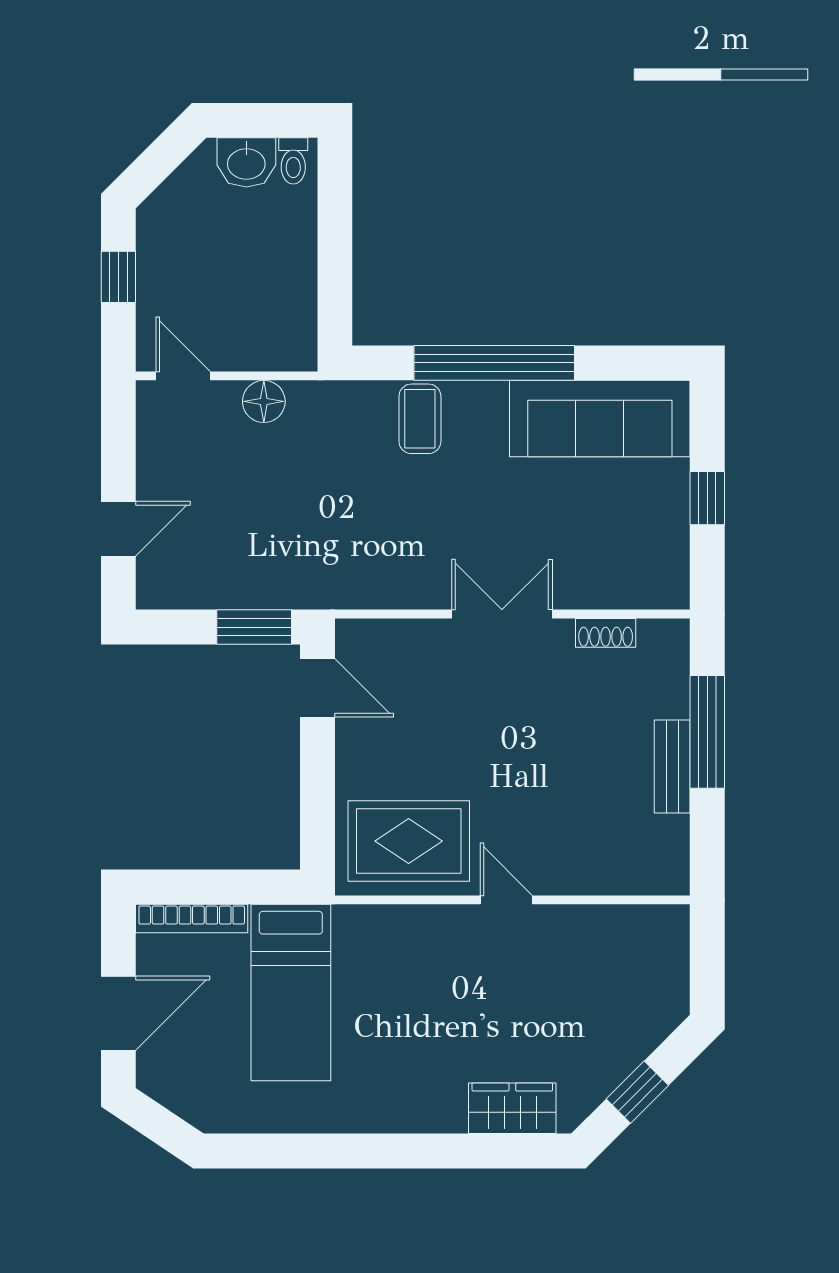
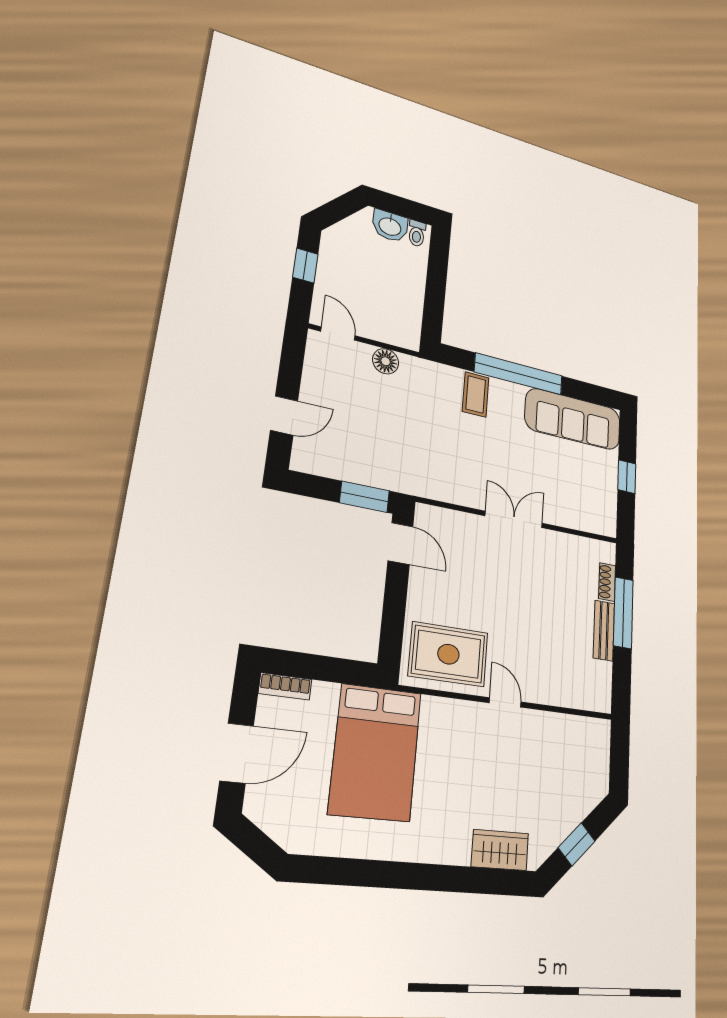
shoe rack: (606, 633) -> (607, 582), moved, turned 90
bookcase: (192, 919) -> (285, 686), width x0.64
bed: (291, 992) -> (375, 752), width x1.50

